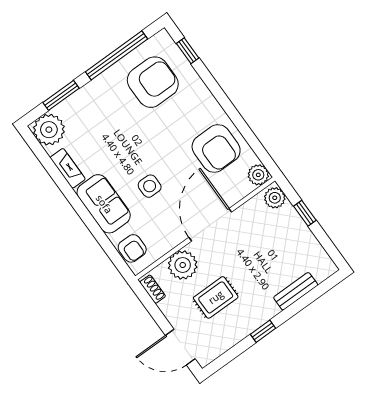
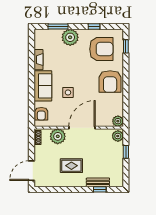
window: (116, 55) -> (94, 26), width x0.32
plant: (49, 130) -> (70, 37), moved
armchair: (216, 148) -> (110, 81), moved
rug: (216, 297) -> (71, 166), moved
window: (263, 331) -> (100, 189), moved
door: (180, 347) -> (31, 171), hinge flipped

